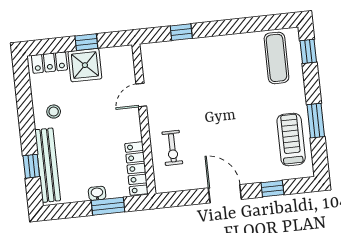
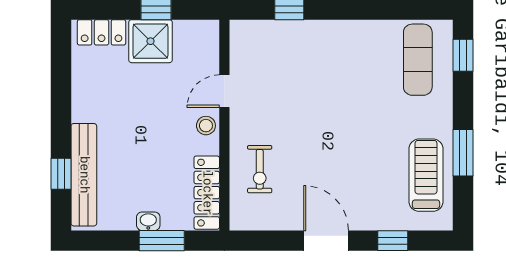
stool: (54, 112) -> (206, 126), moved

